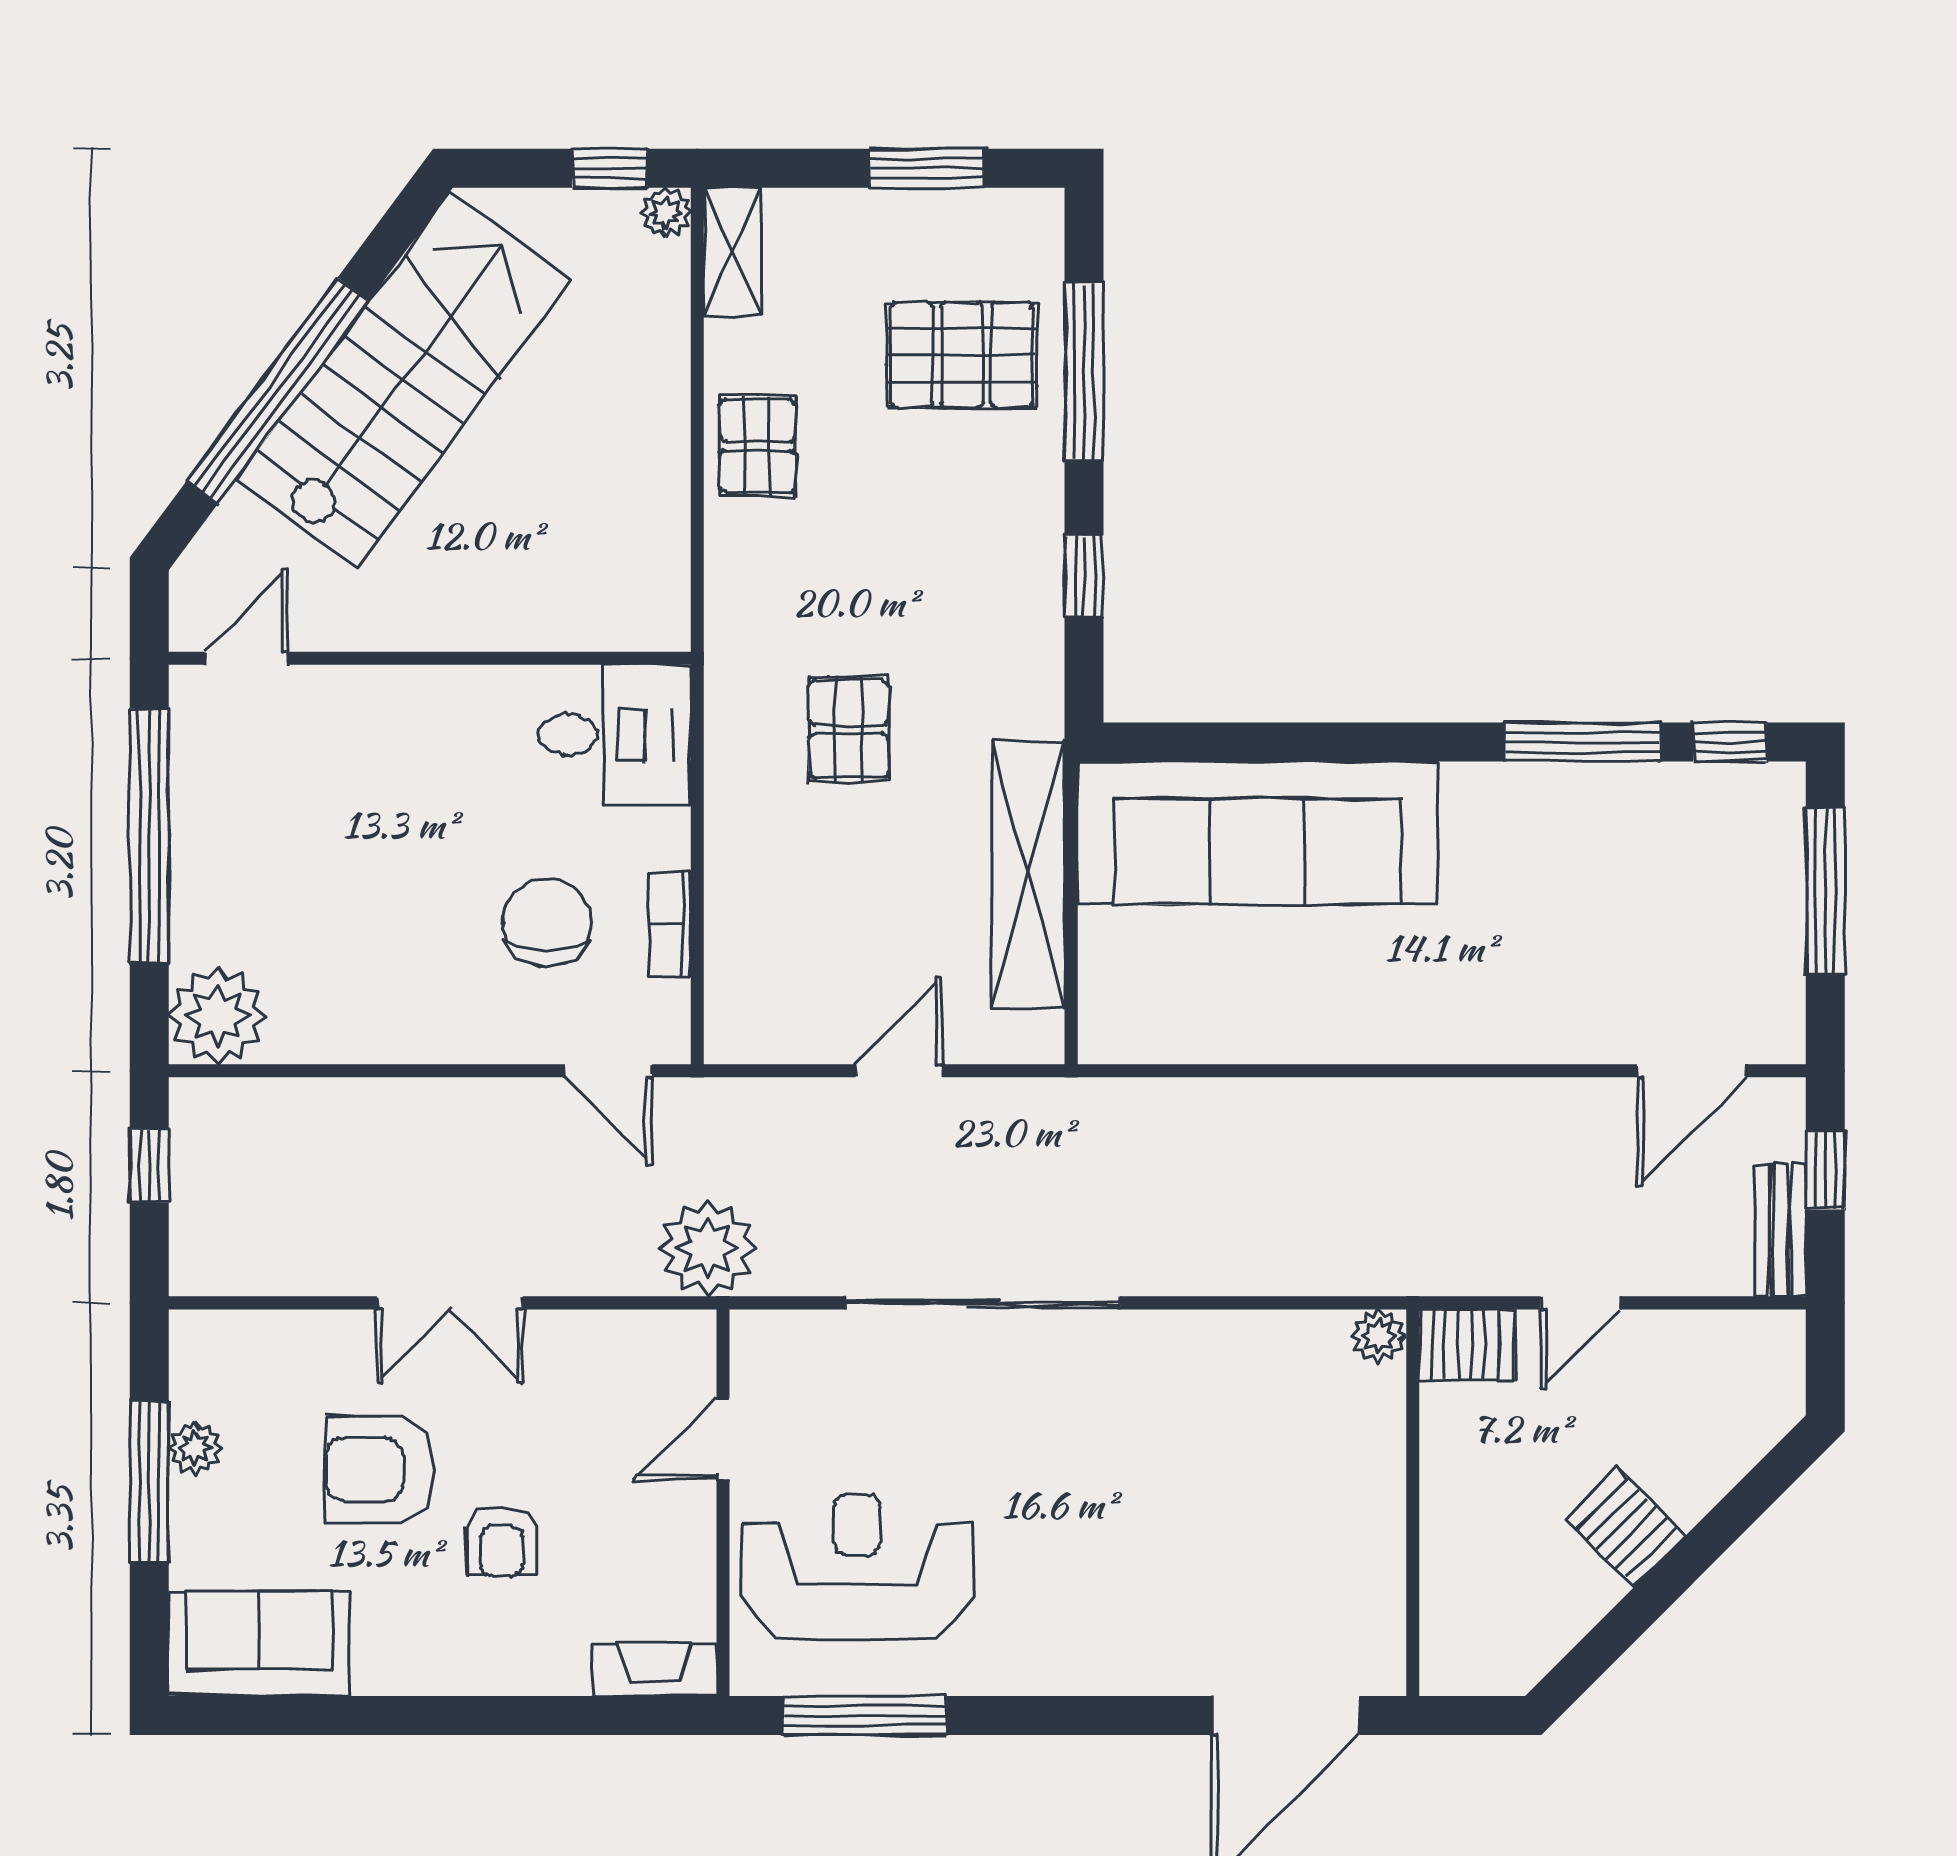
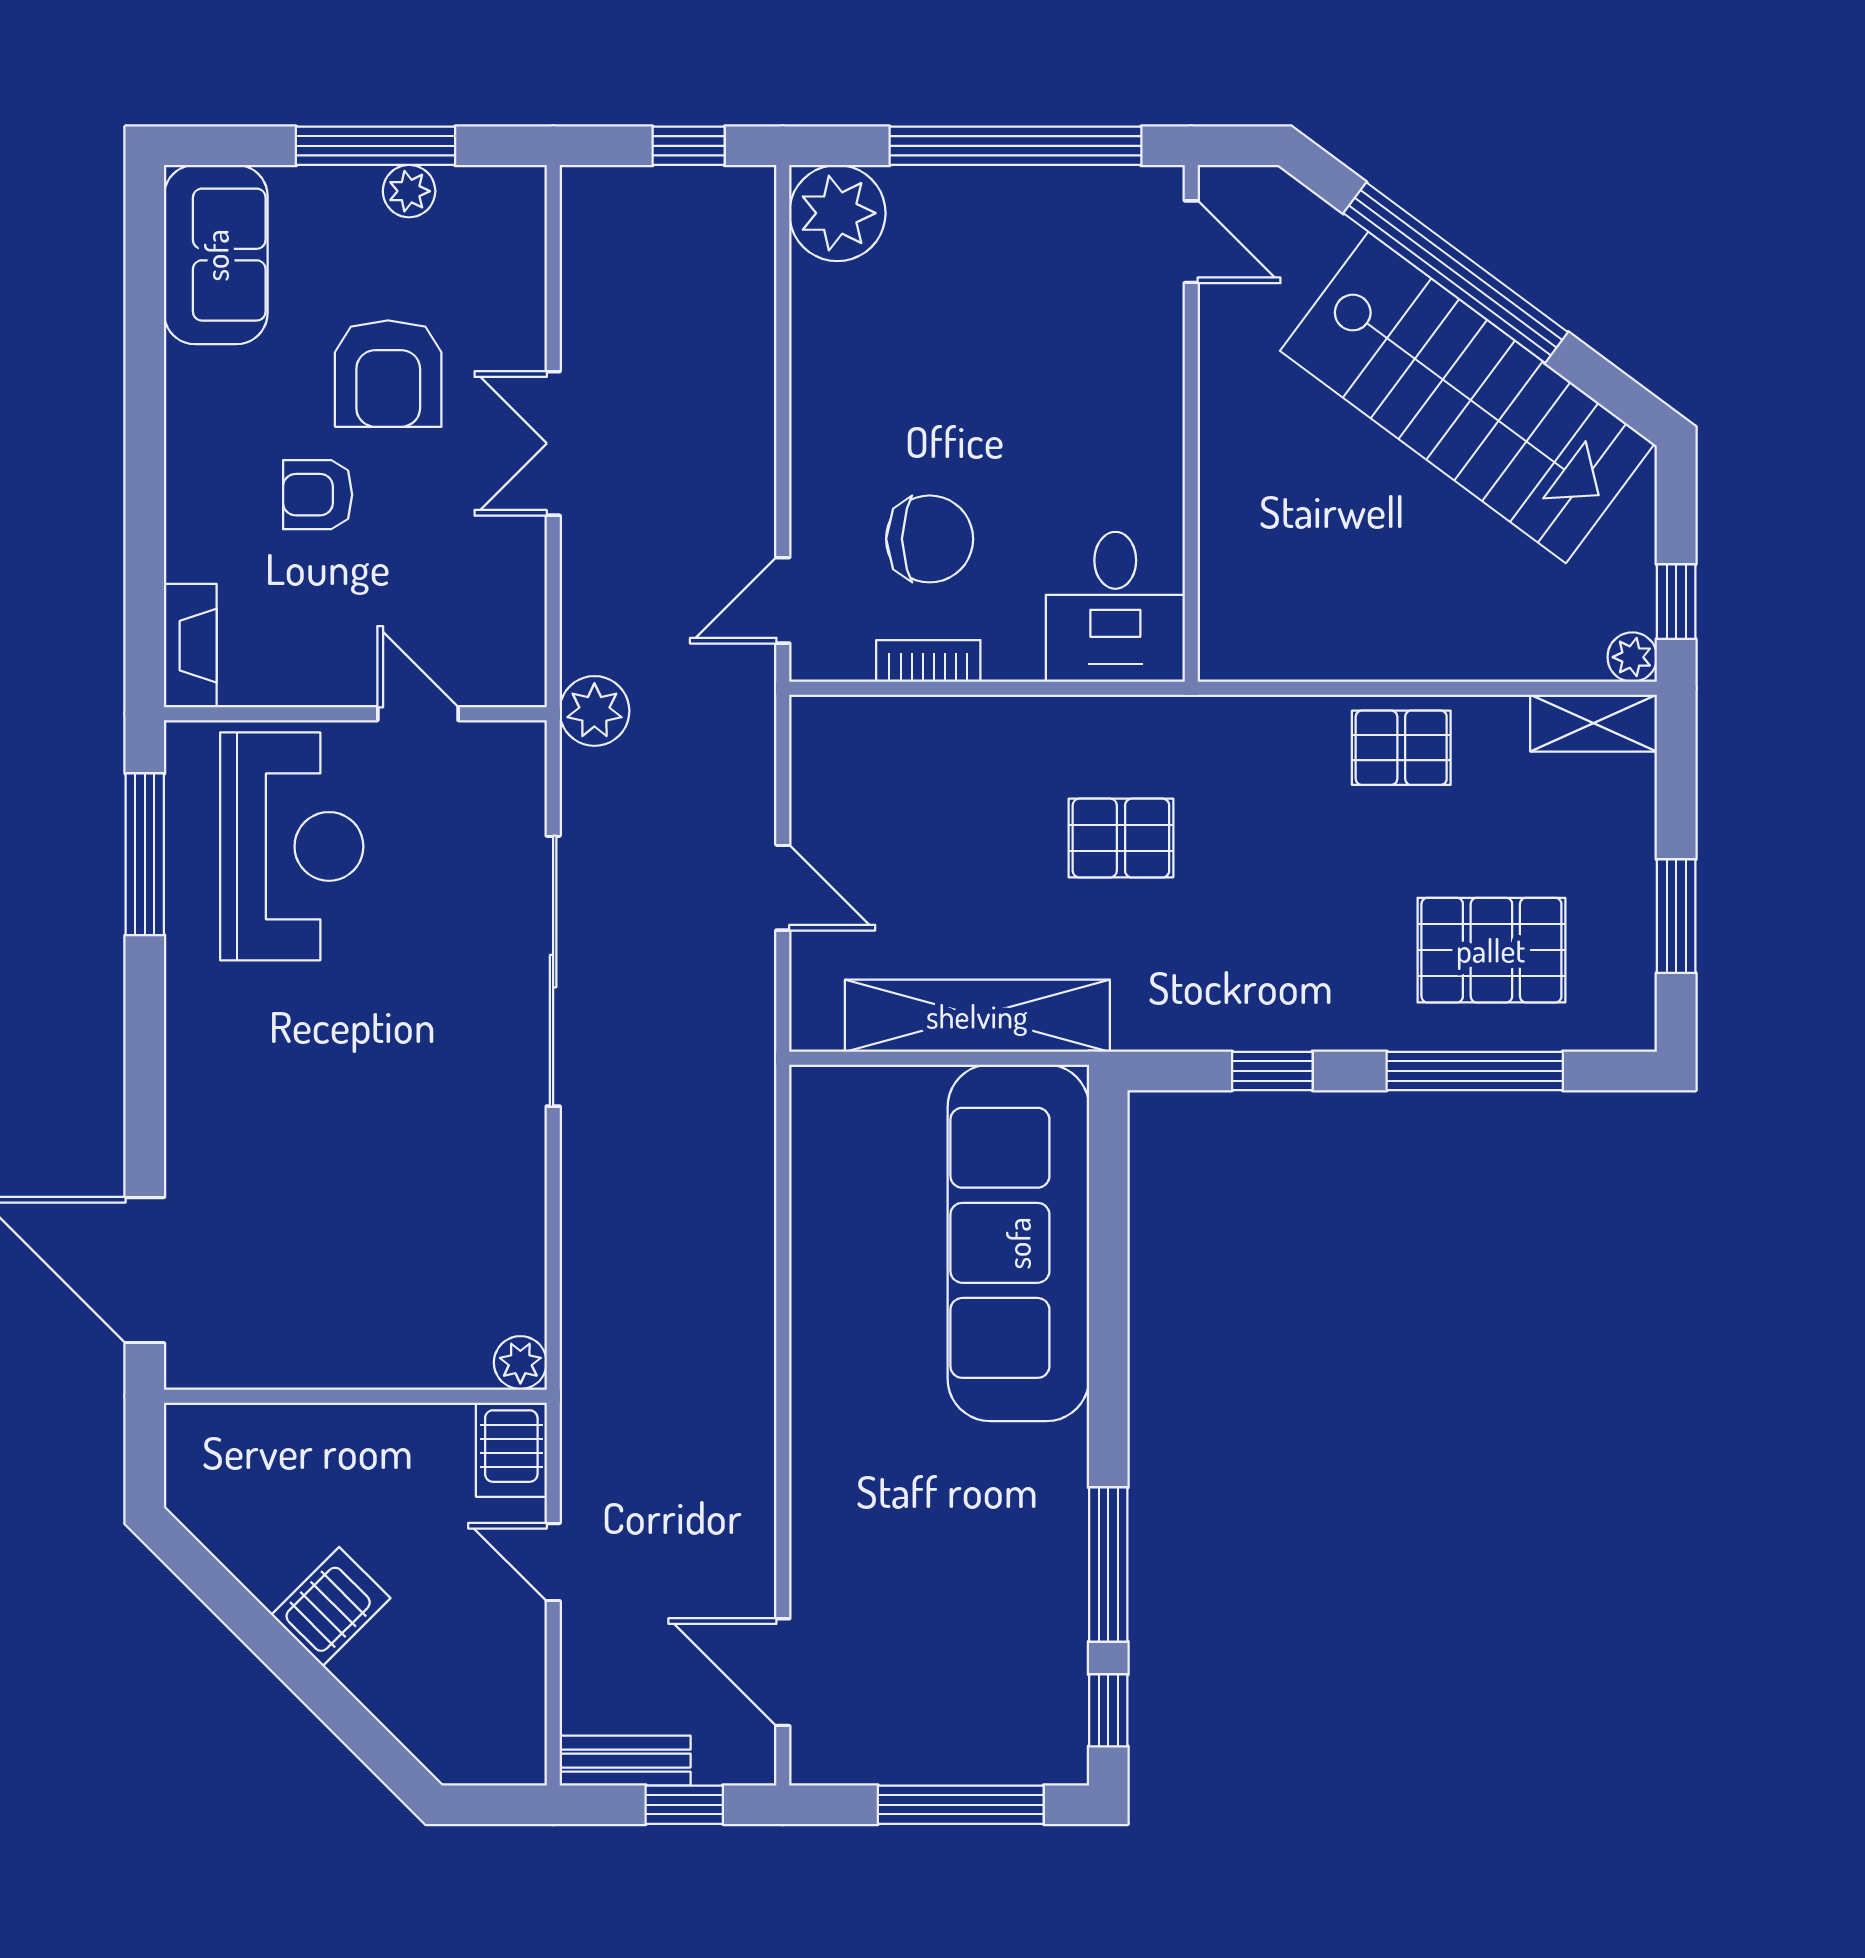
pallet: (962, 355) -> (1491, 950), turned 90
plant: (707, 1248) -> (594, 711), width x0.73, depth x0.73
armchair: (379, 1469) -> (388, 374), turned 180

